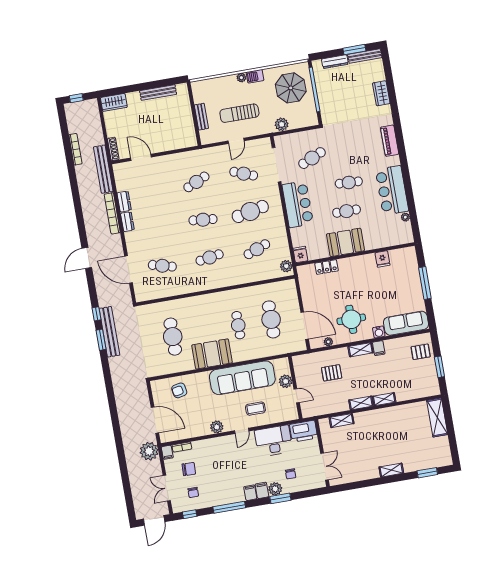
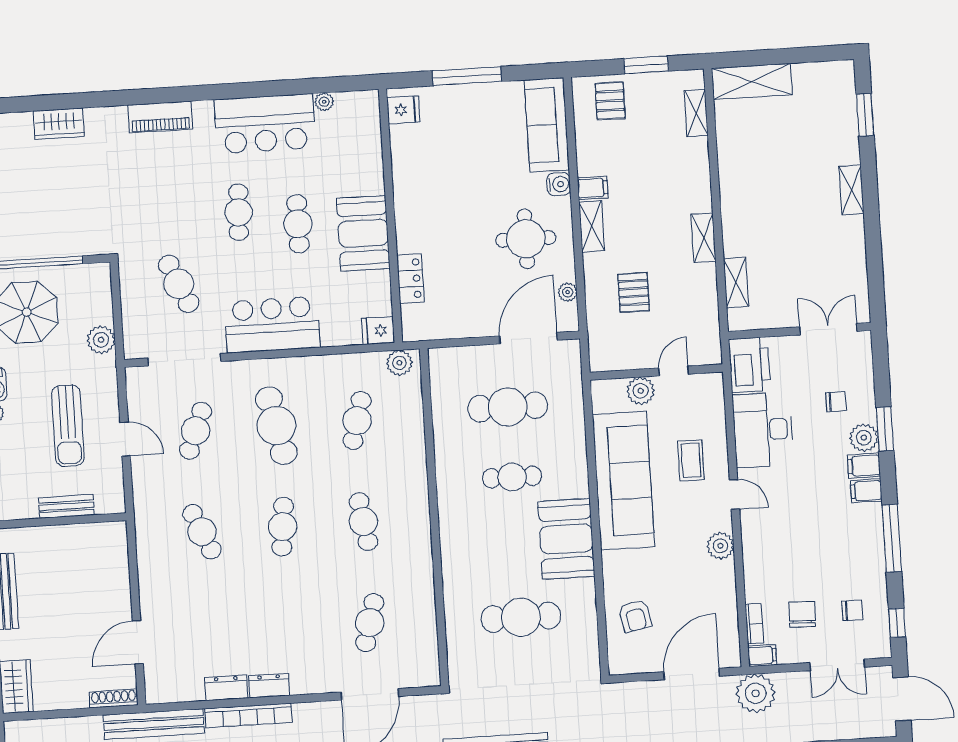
cafe table: (257, 249) -> (357, 421), turned 36
fridge: (383, 259) -> (403, 110), moved
shelving: (384, 399) -> (696, 113), moved

